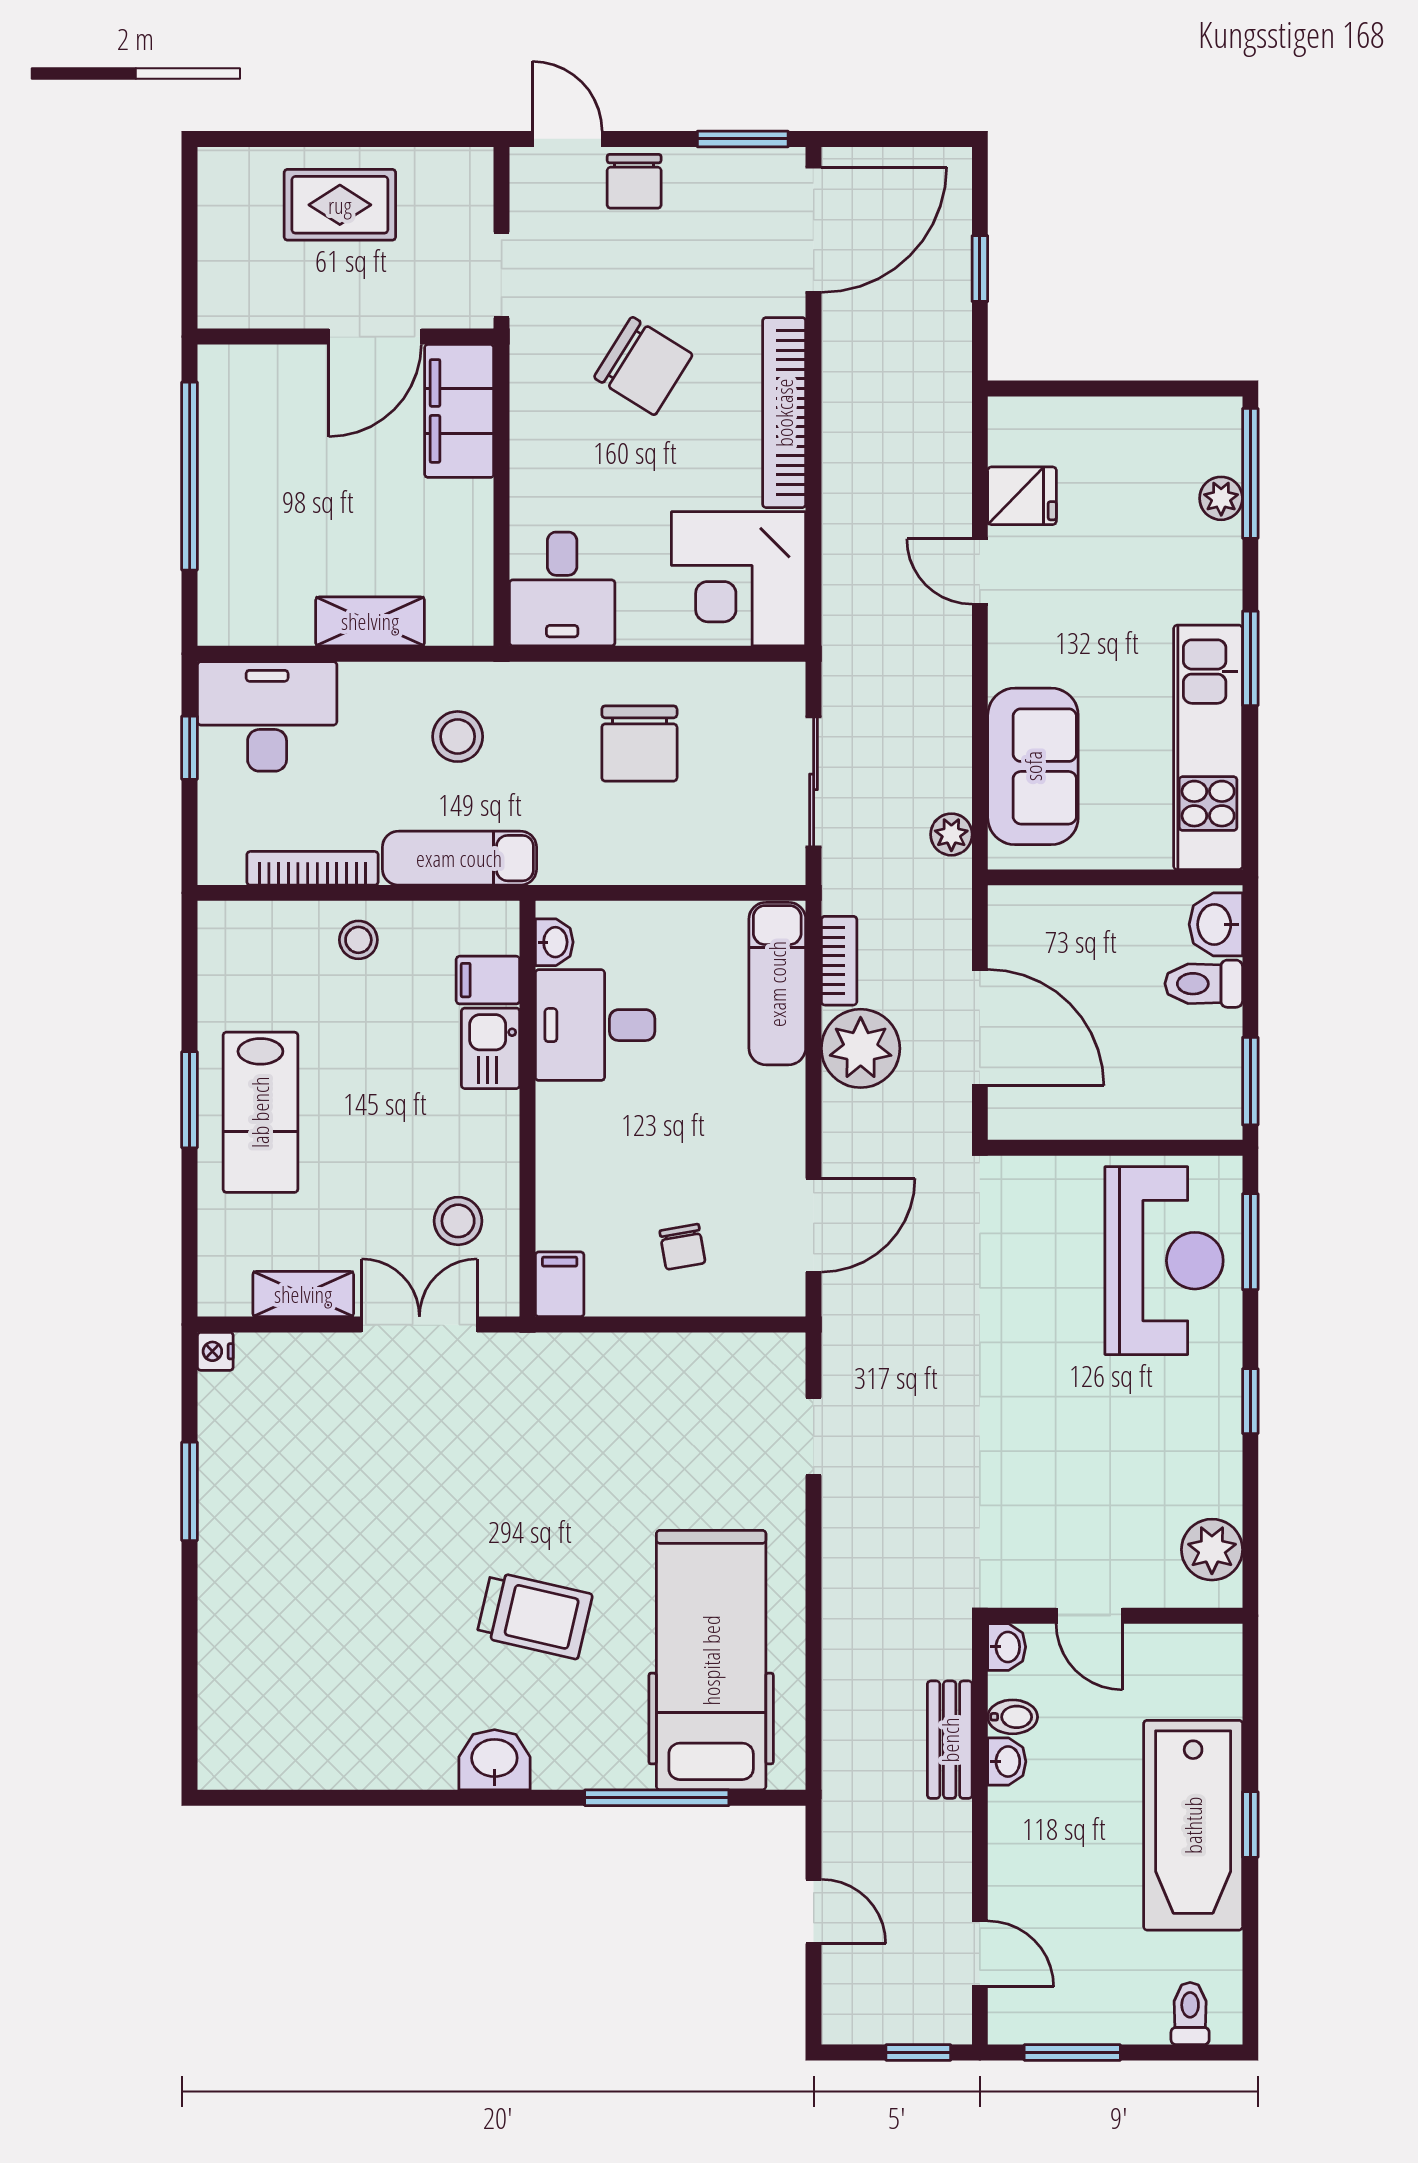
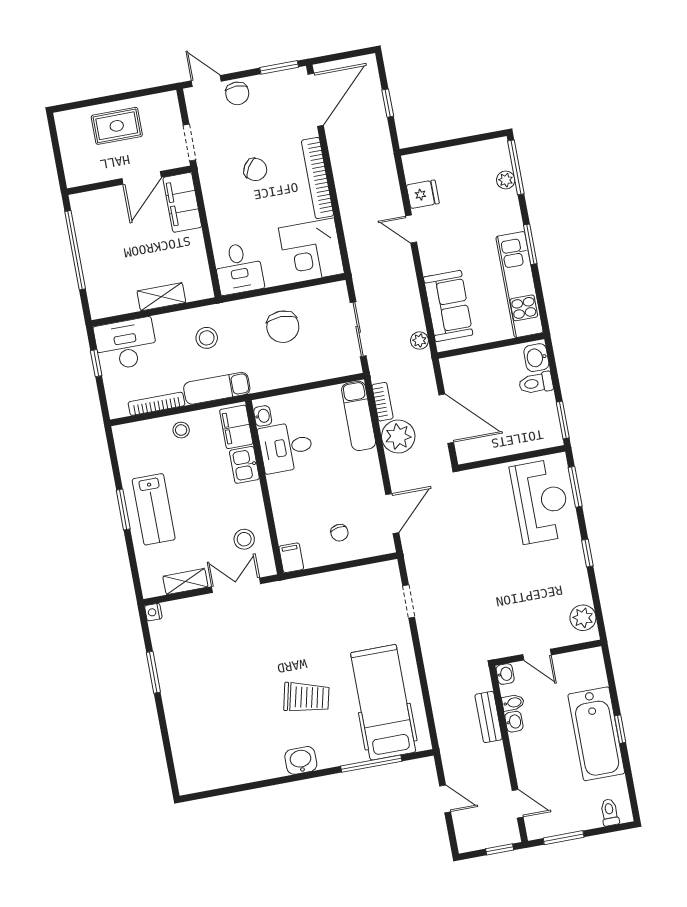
chair: (643, 366) -> (255, 170), width x0.73, depth x0.73
filing cabinet: (488, 980) -> (236, 427), width x2.00

